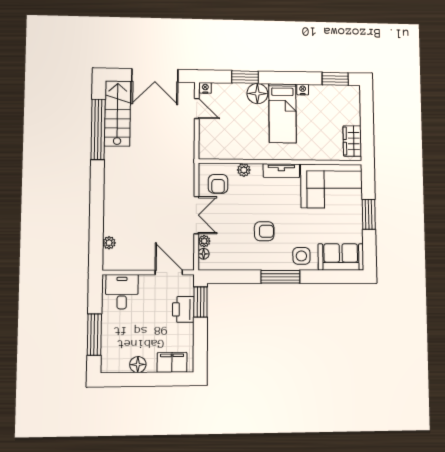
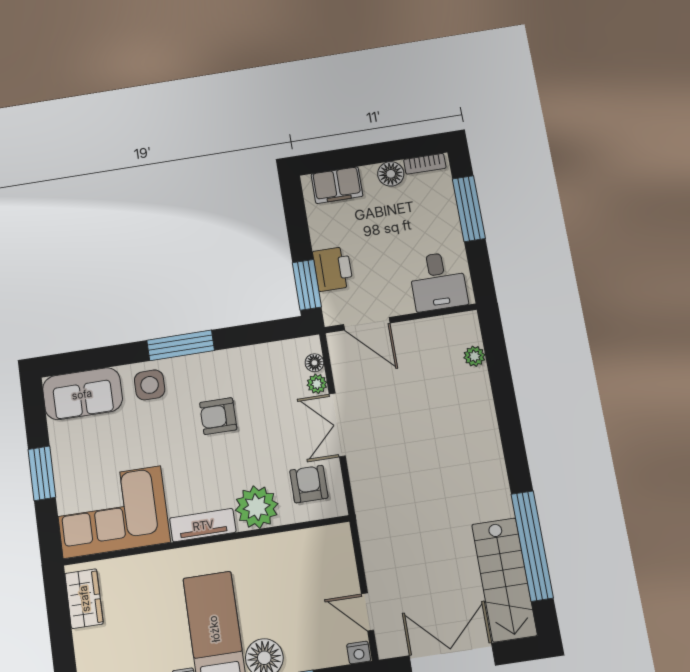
plant: (244, 170) -> (257, 507), width x1.87, depth x1.87
bookcase: (116, 368) -> (425, 164), added

